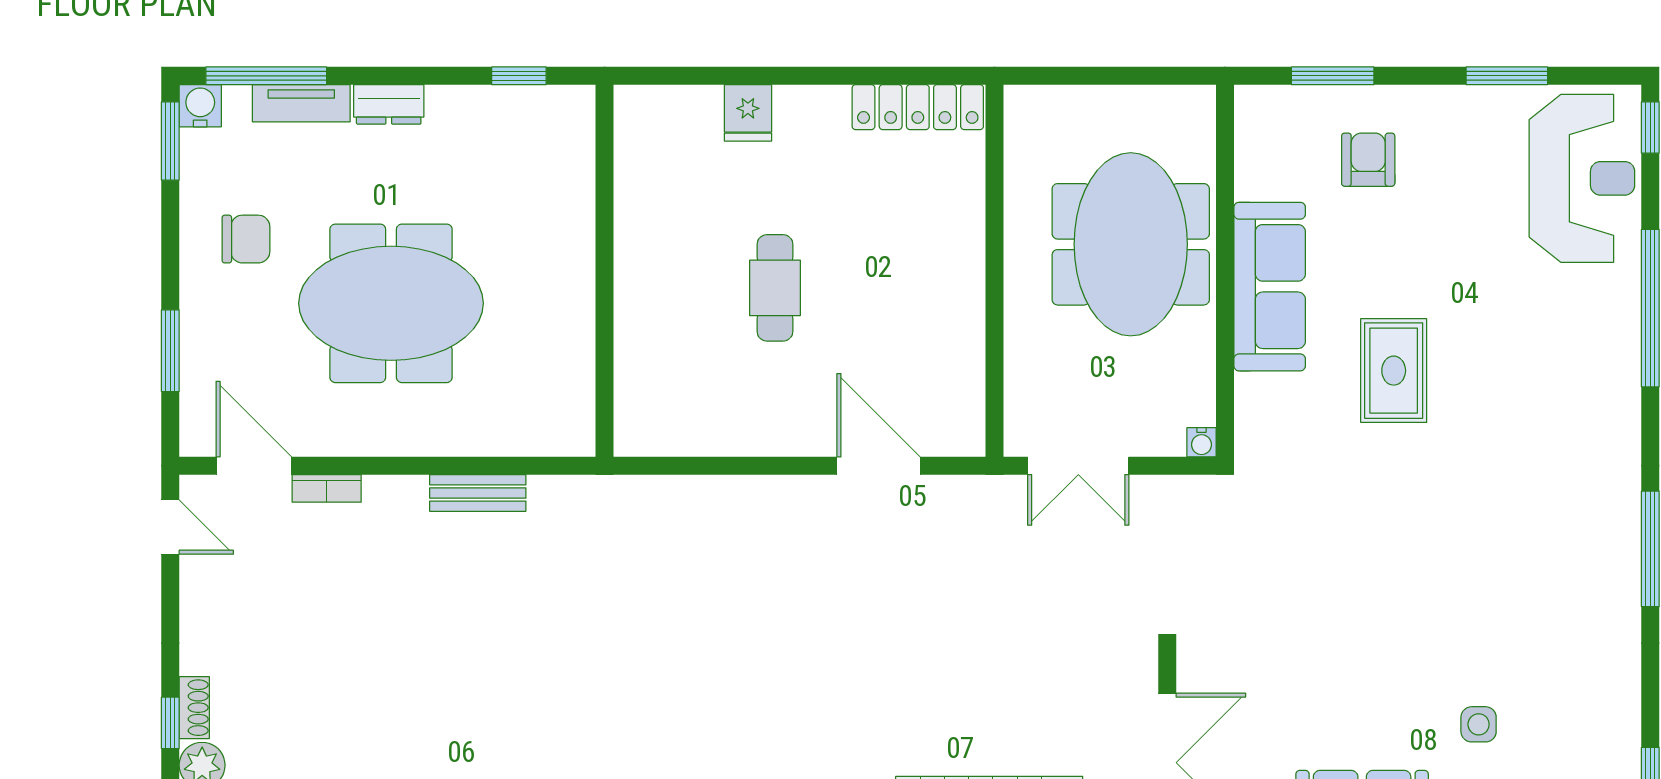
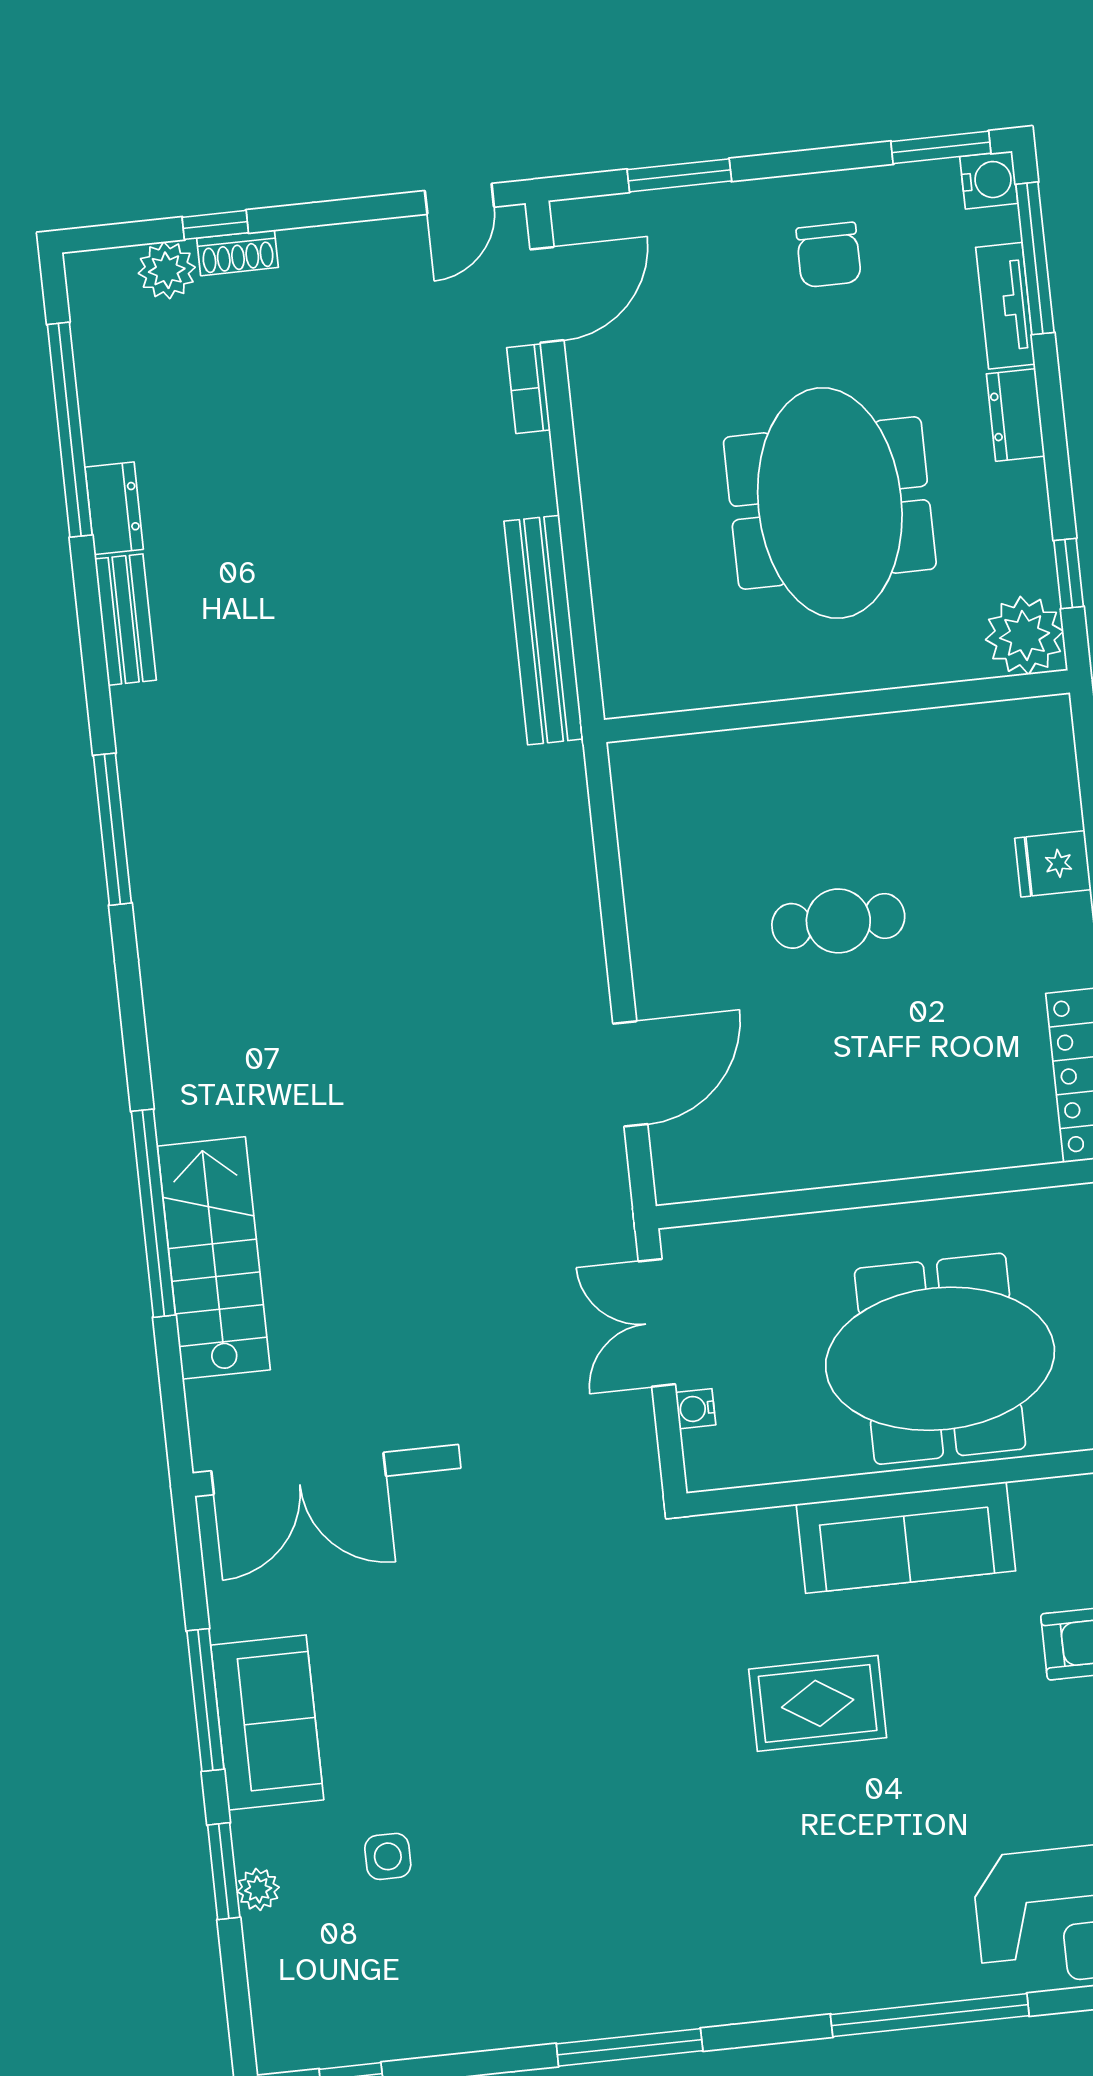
plant: (564, 116) -> (1025, 635), added
meeting table: (391, 303) -> (830, 503), moved
water cooler: (1201, 442) -> (696, 1409), moved
bench: (478, 493) -> (544, 630), width x1.86, depth x1.21

